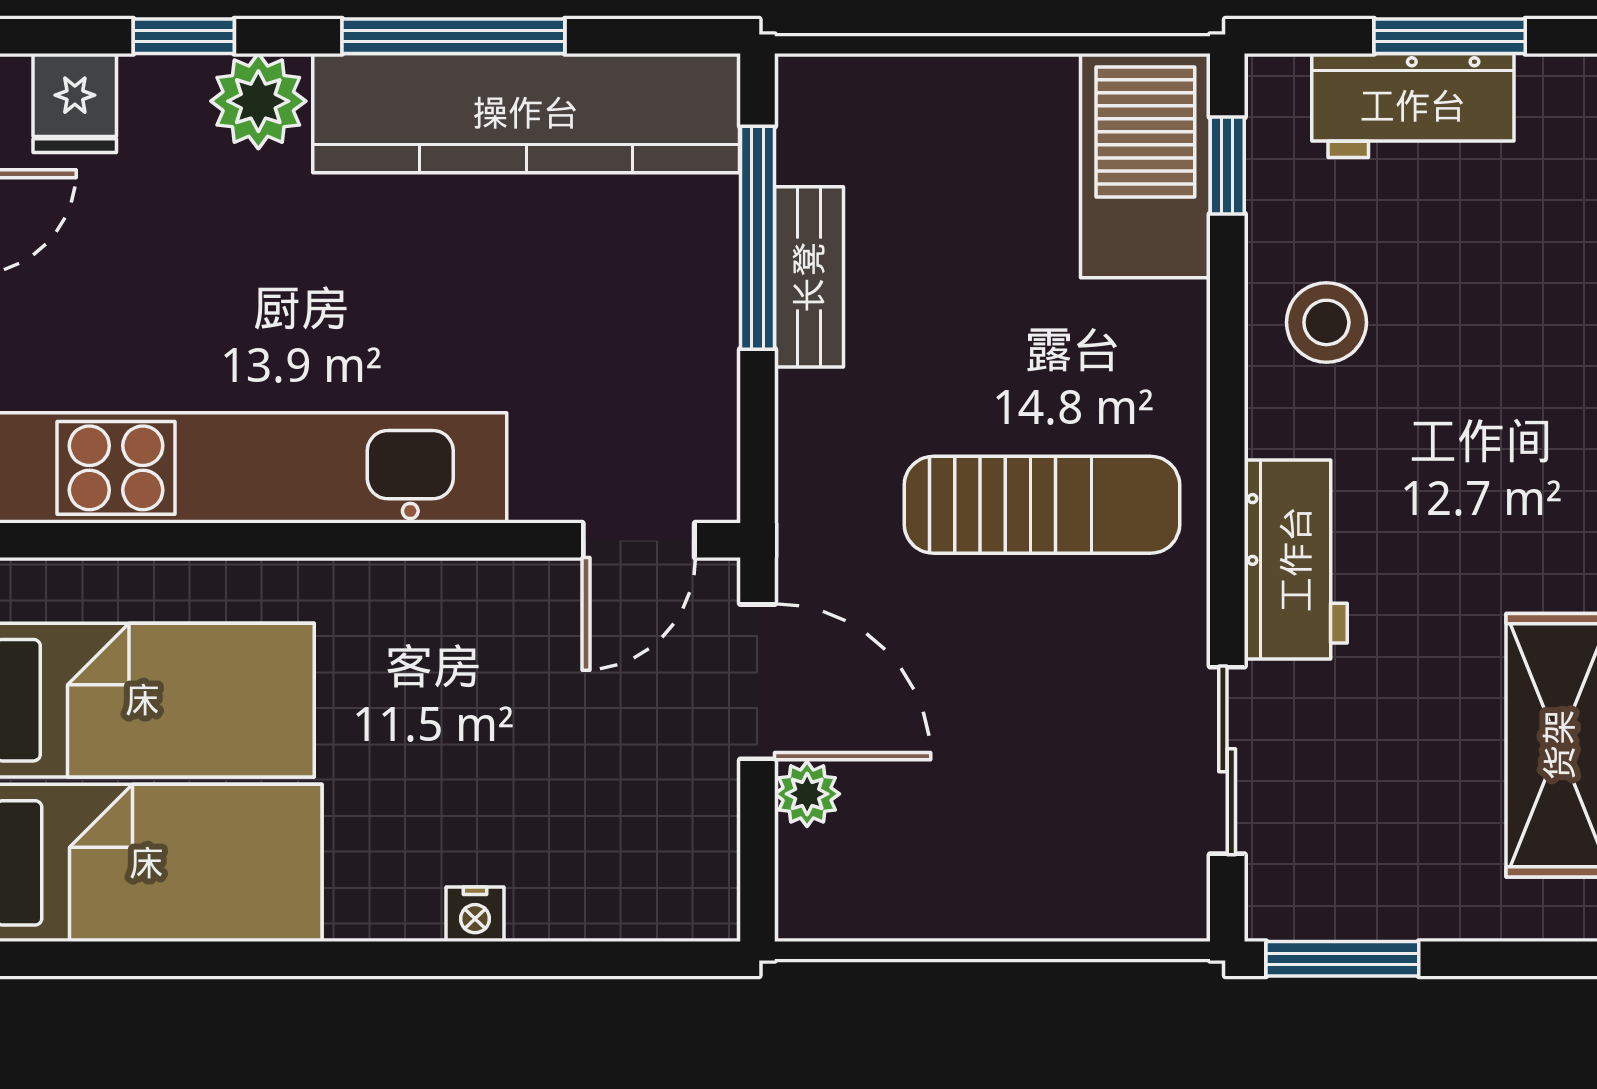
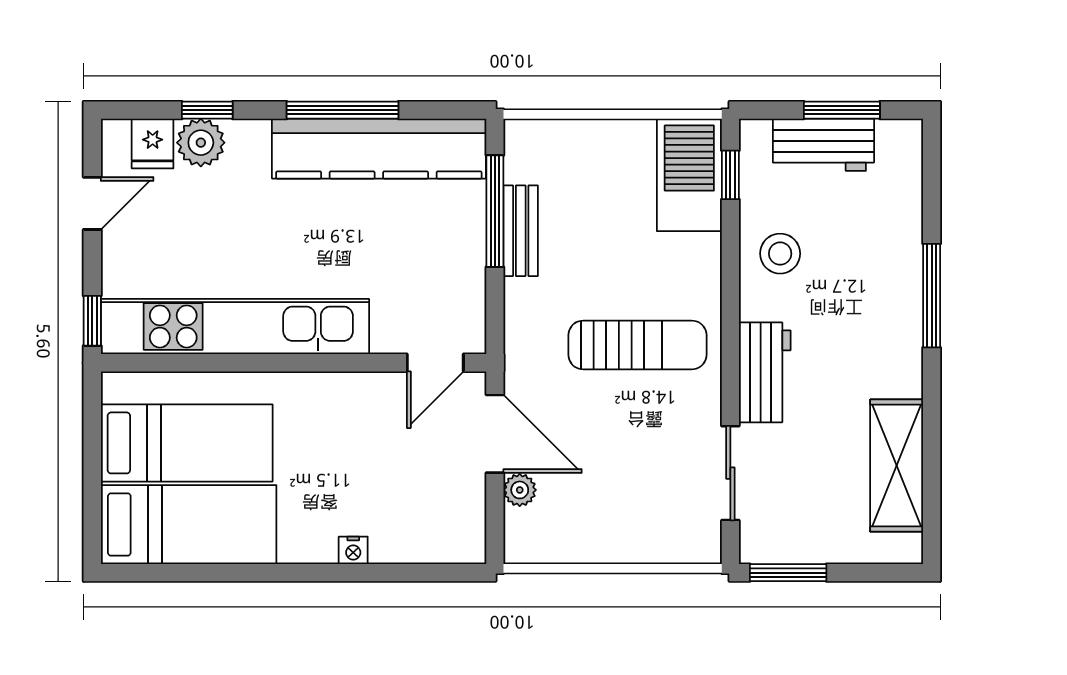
plant: (258, 101) -> (201, 143), moved

